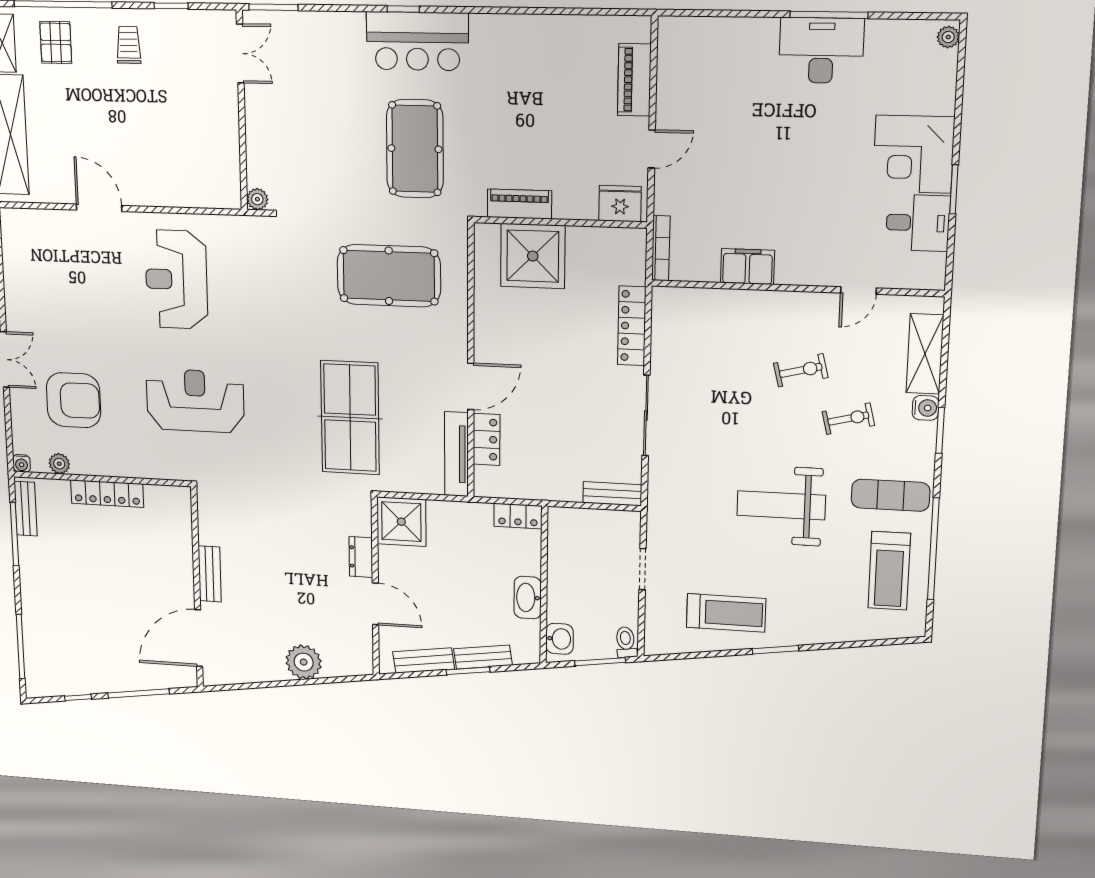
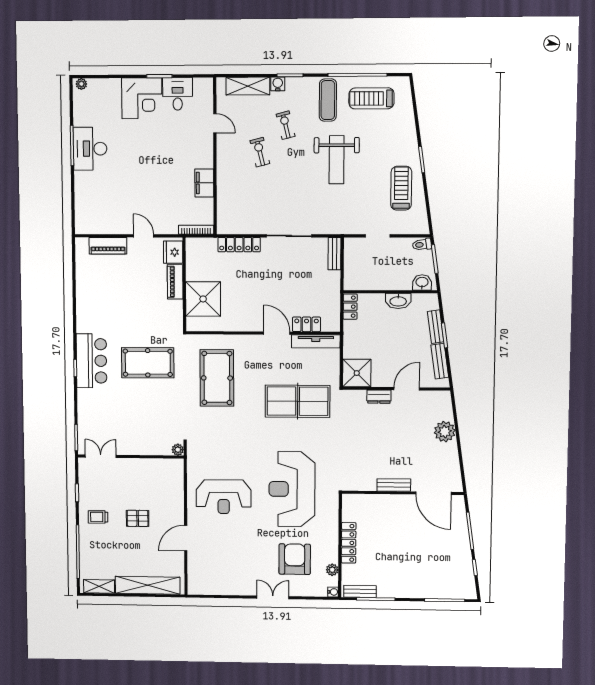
pallet: (56, 42) -> (138, 518), moved
piano: (519, 204) -> (175, 282), moved
reception desk: (195, 401) -> (292, 489), width x1.36, depth x1.30
treadmill: (889, 571) -> (371, 98), turned 180

